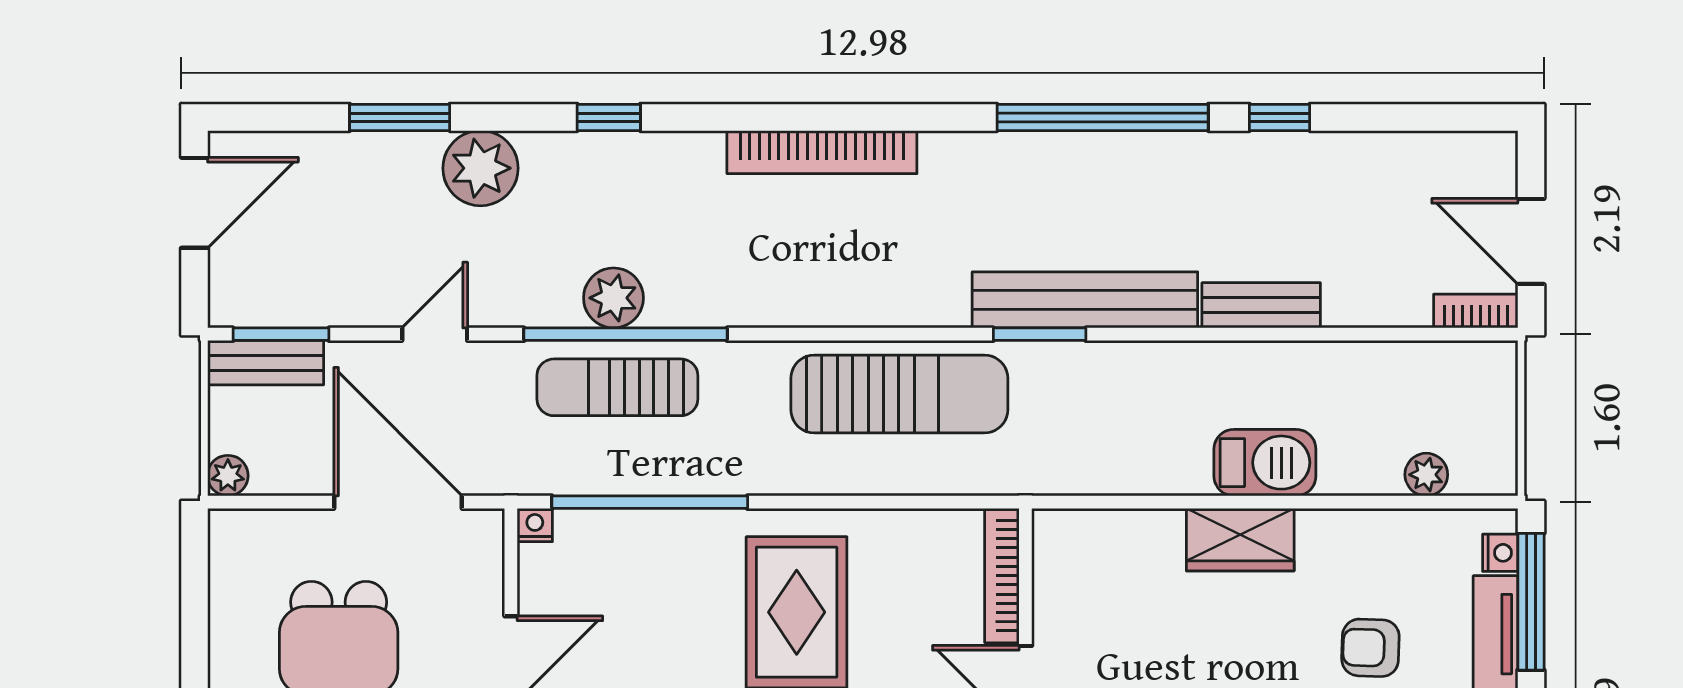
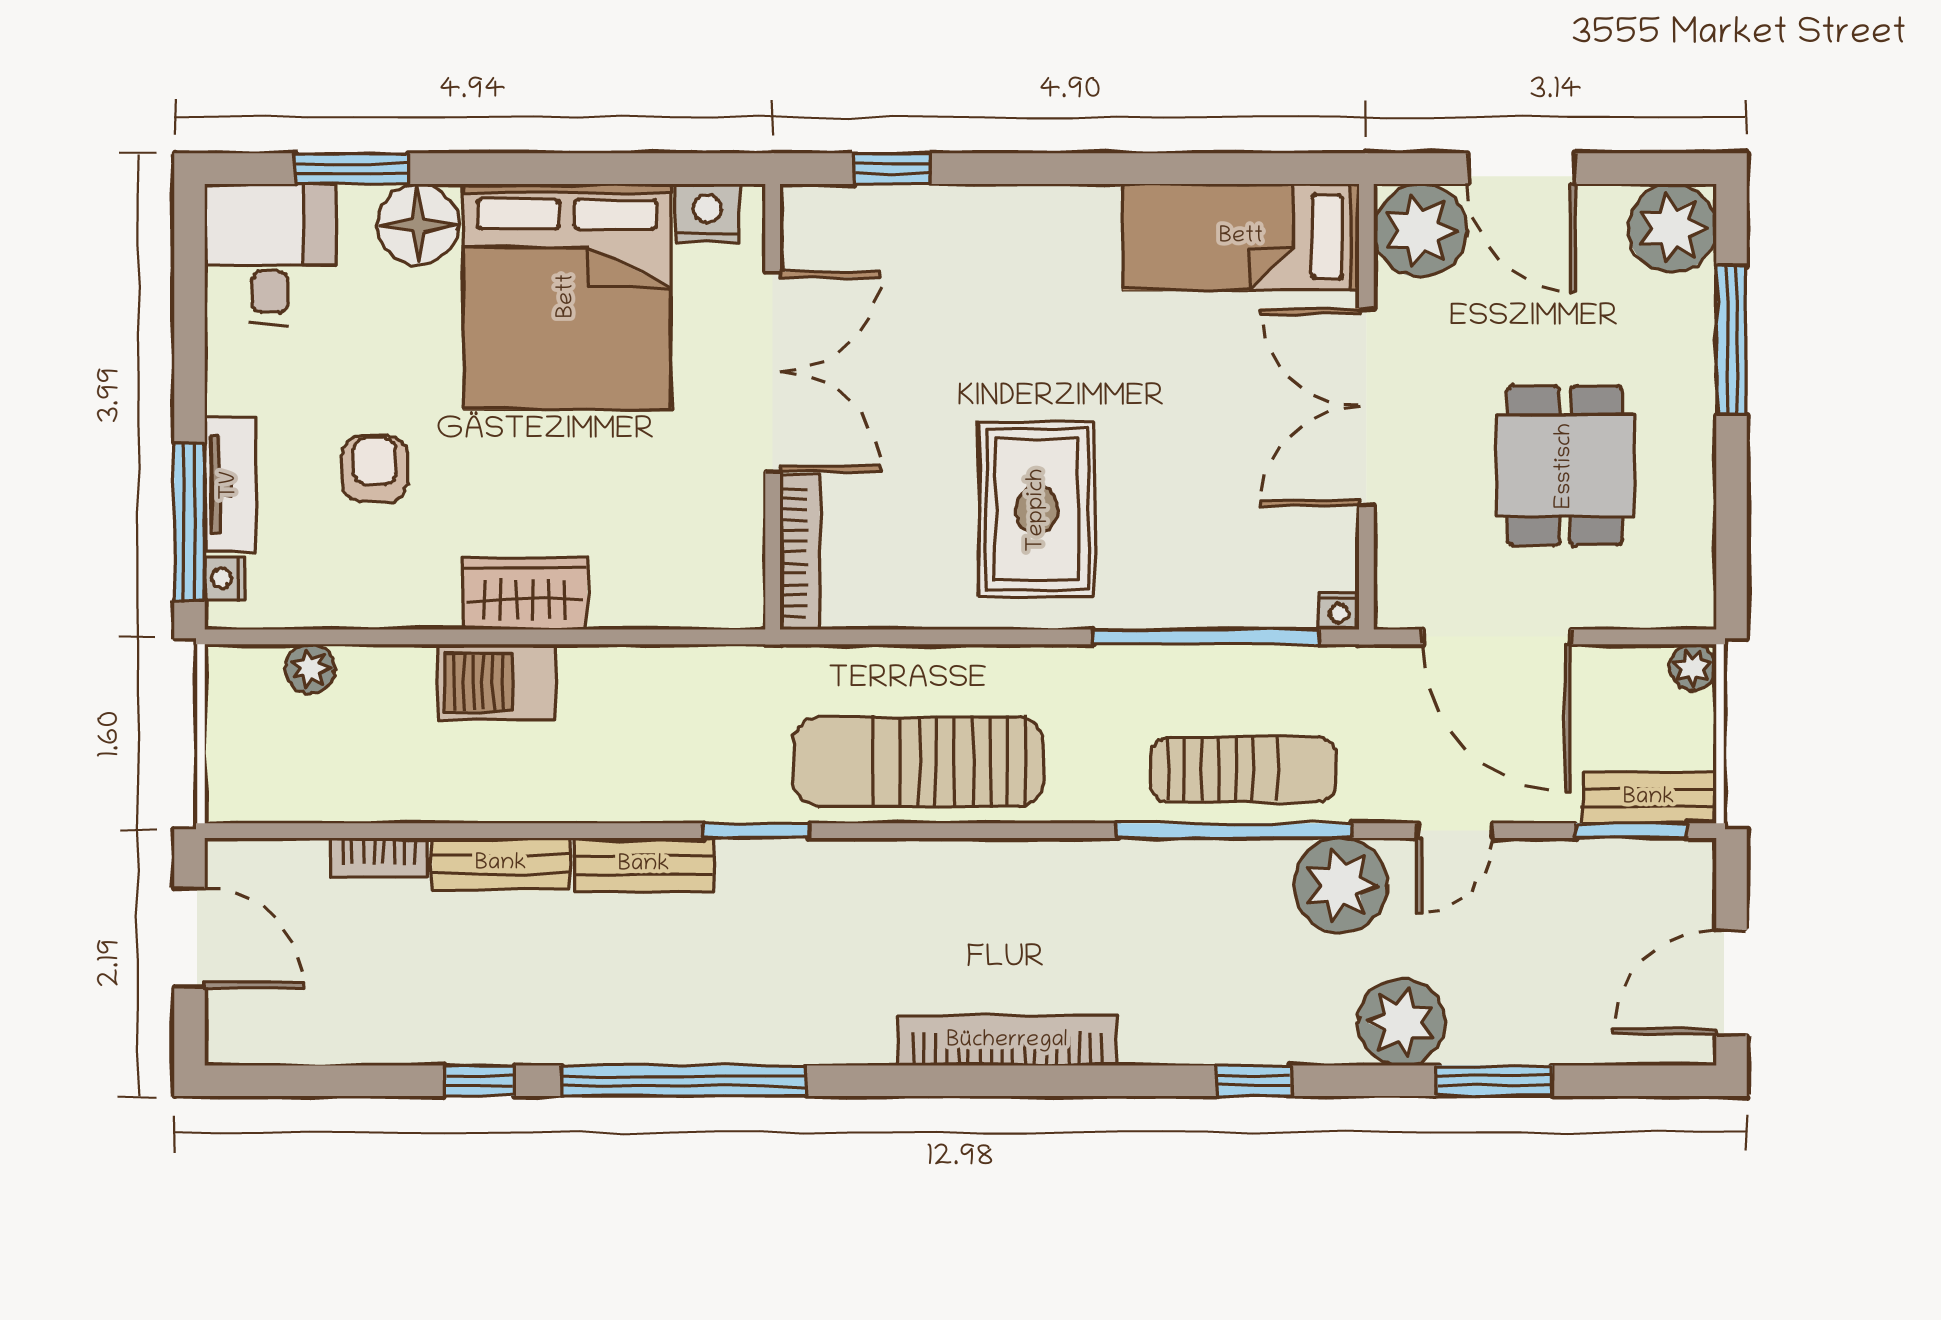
plant: (613, 298) -> (1341, 885), moved, width x1.36, depth x1.36
bench: (1085, 300) -> (644, 865), width x0.54, depth x0.82
bookcase: (1476, 311) -> (379, 857), moved
armchair: (1370, 648) -> (375, 469), turned -92

